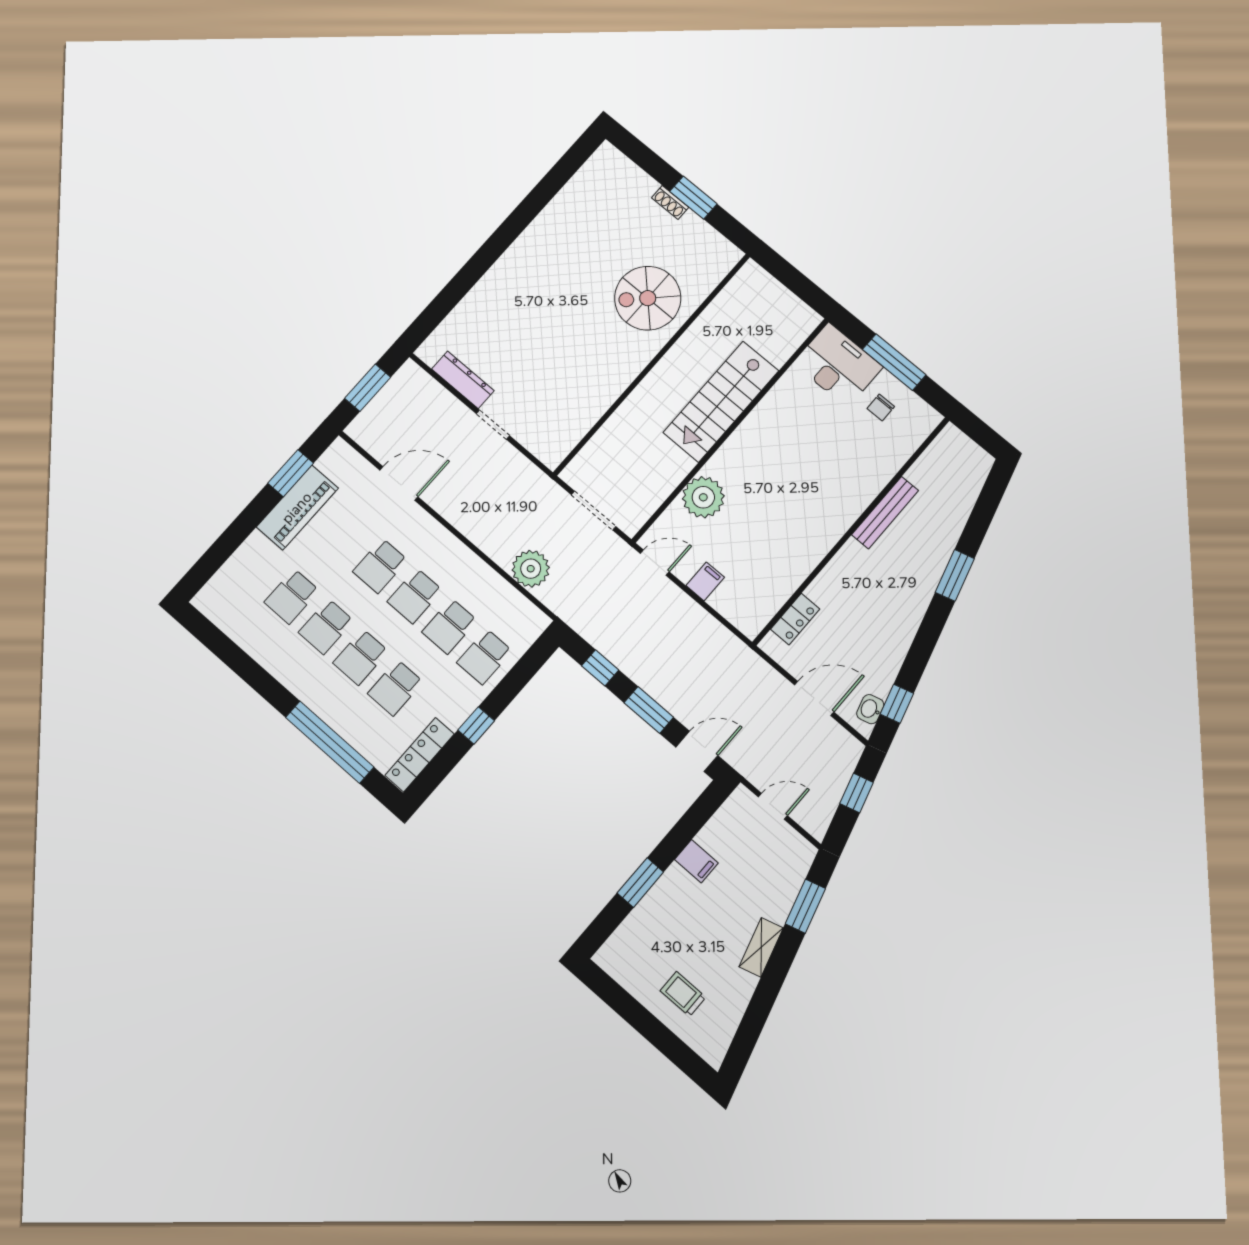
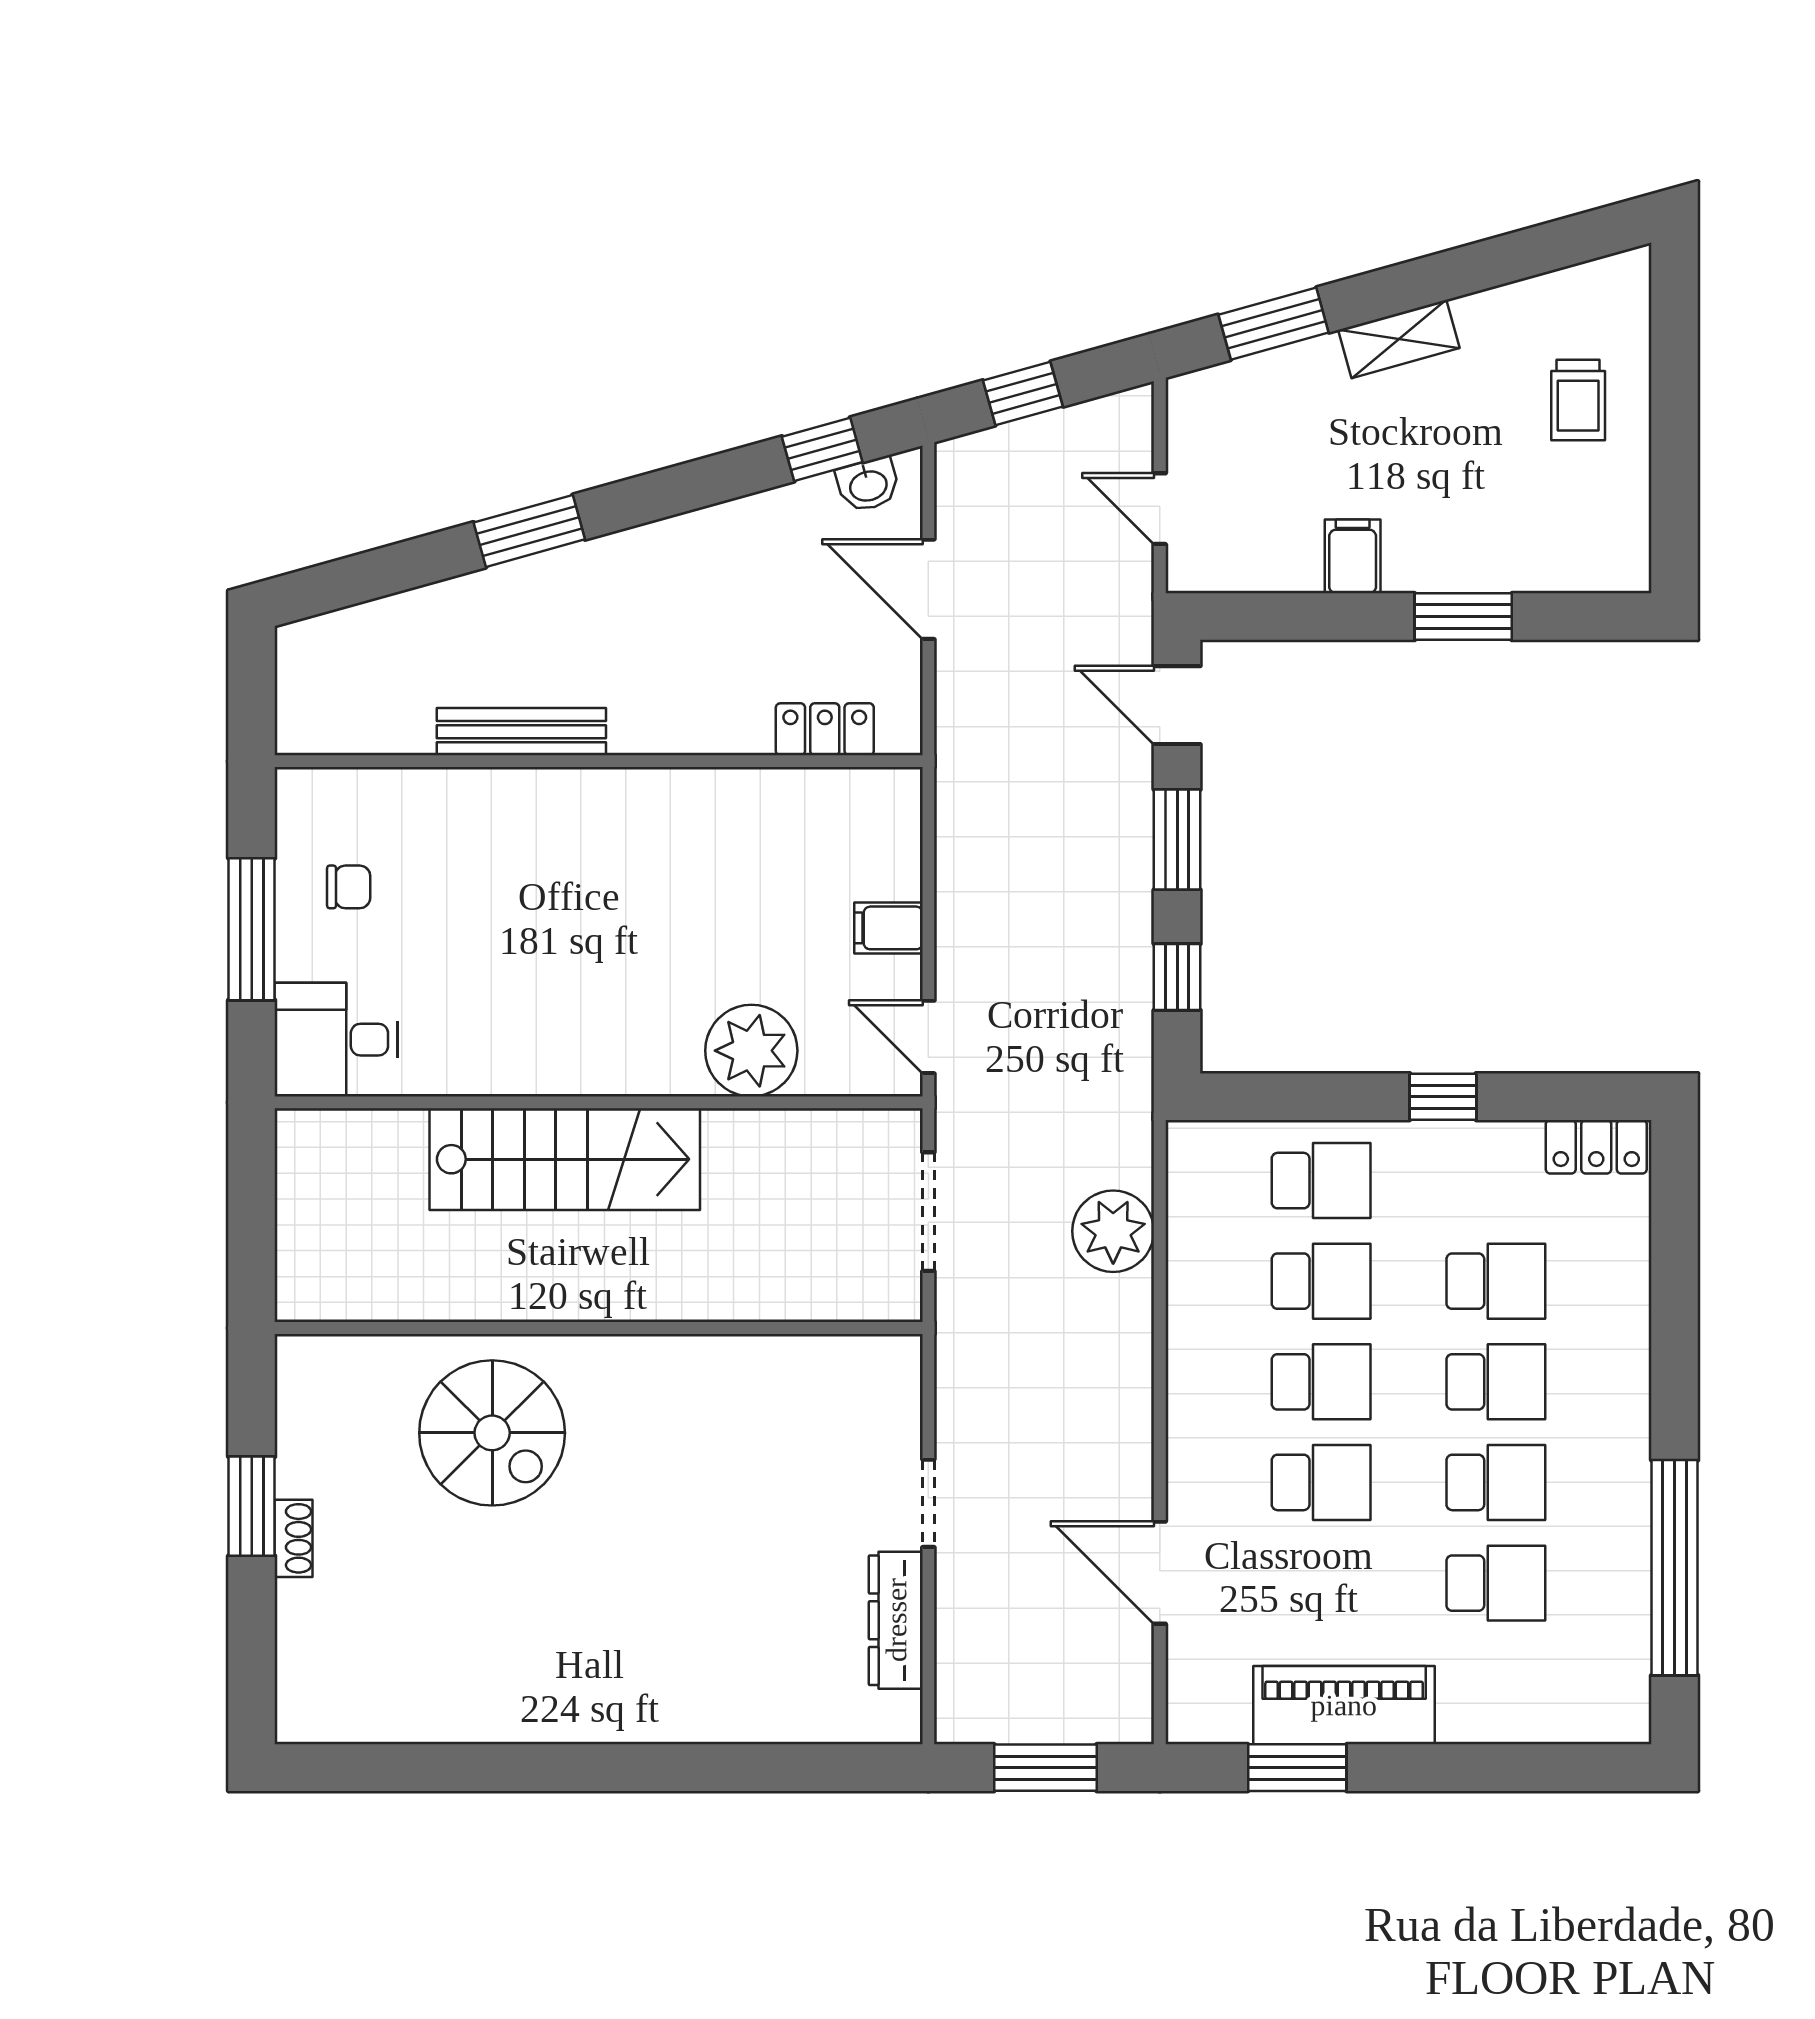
desk: (838, 365) -> (336, 1040), width x0.73
window: (330, 742) -> (1675, 1568), moved
locker: (420, 755) -> (1596, 1147), width x0.66

